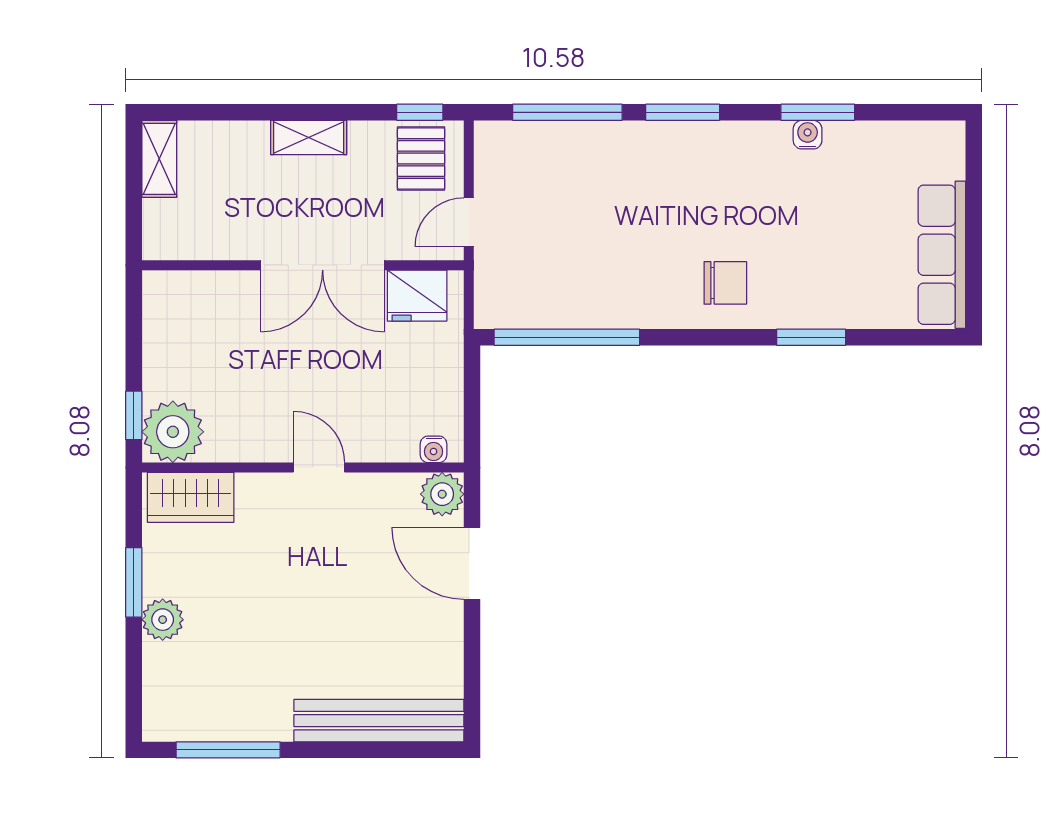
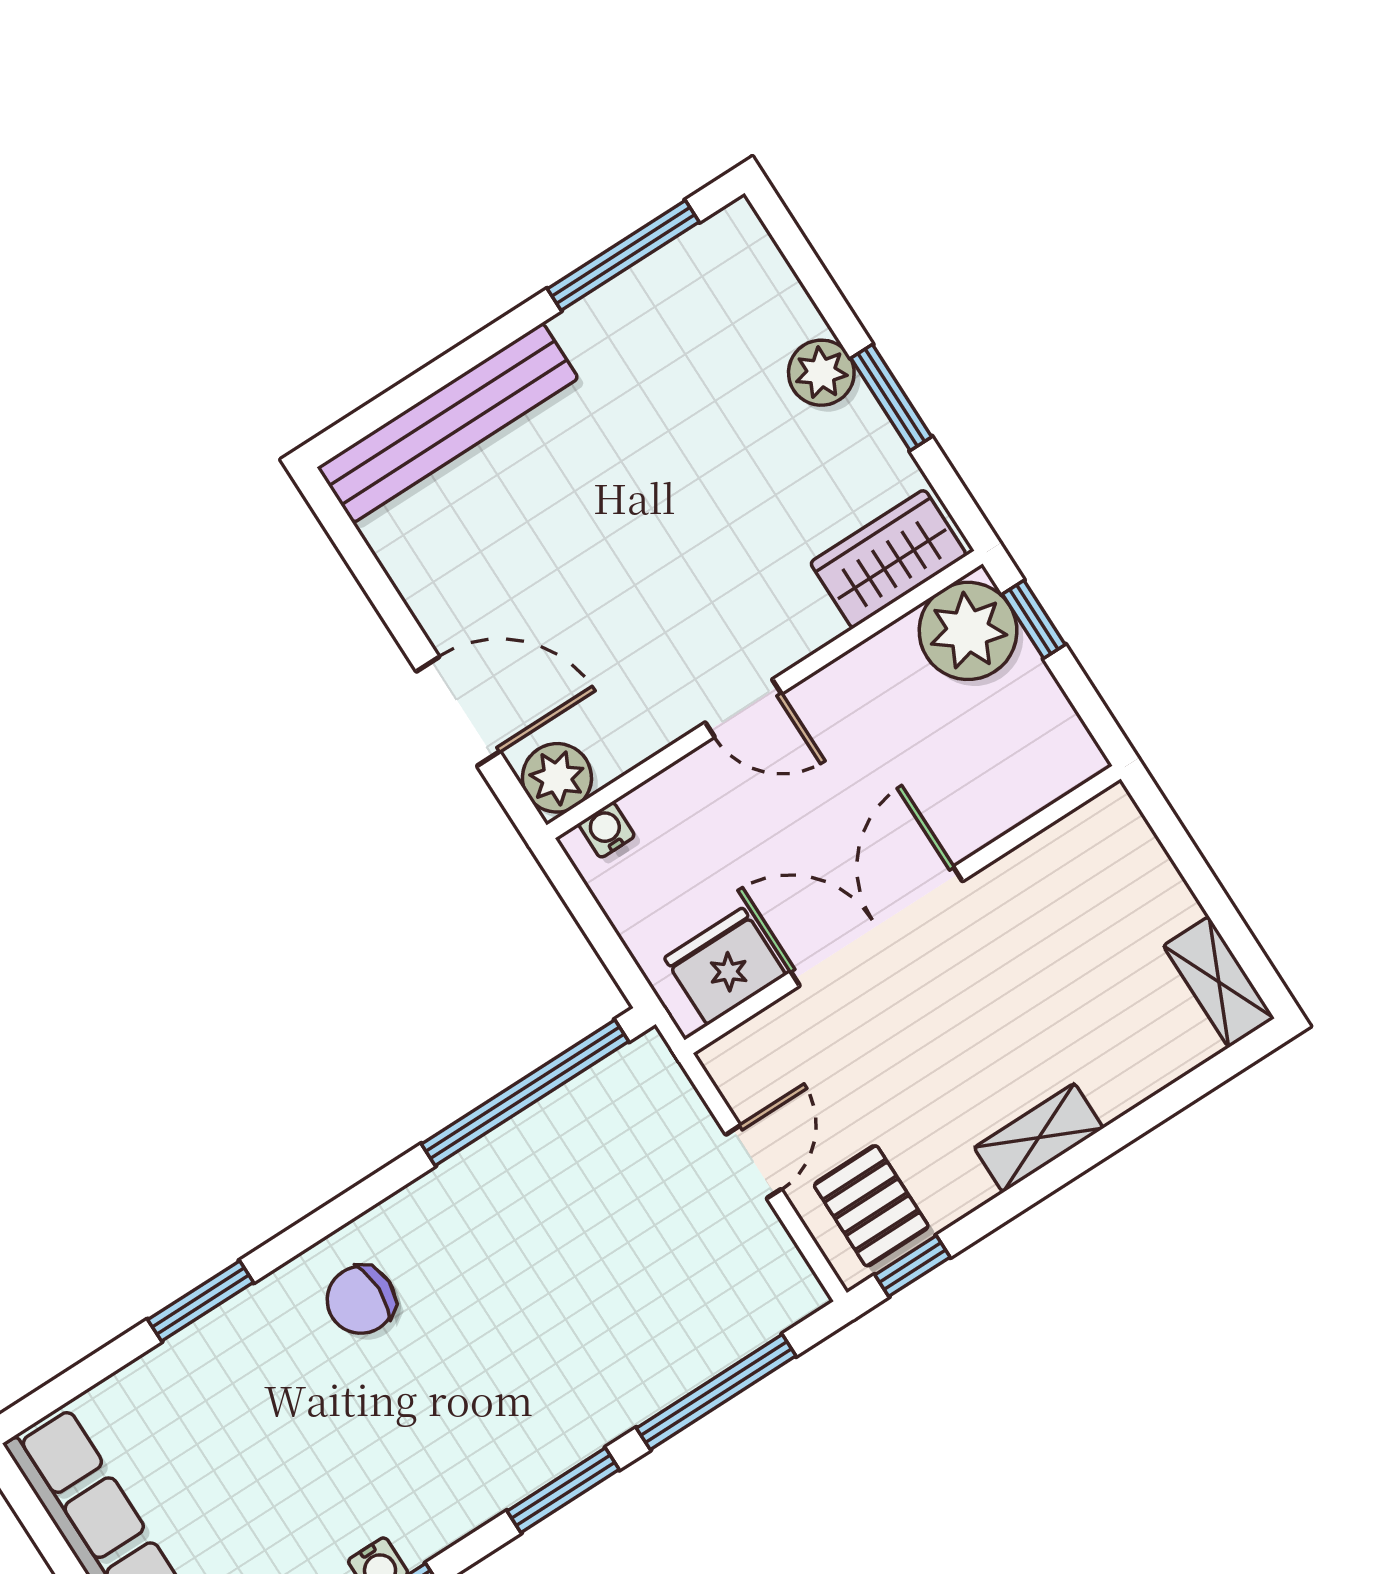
wall: (303, 265) -> (903, 909), moved
double door: (323, 265) -> (876, 926), moved
fridge: (417, 296) -> (725, 966), moved

